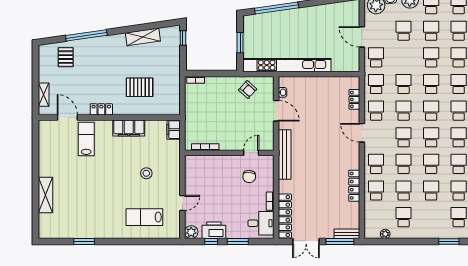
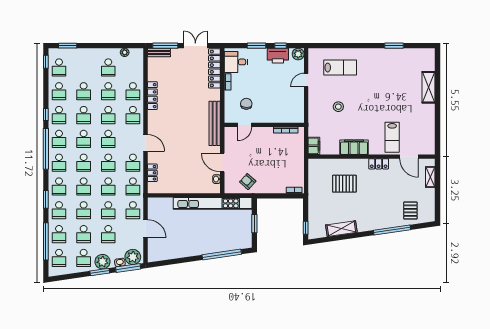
school desk: (404, 57) -> (108, 210), added

